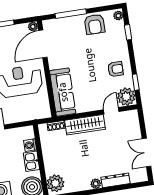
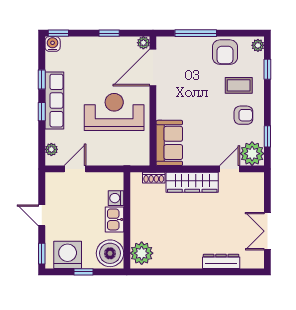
coffee table: (109, 47) -> (239, 85), added
sofa: (63, 92) -> (169, 143), width x0.73
plant: (96, 184) -> (194, 262), removed

